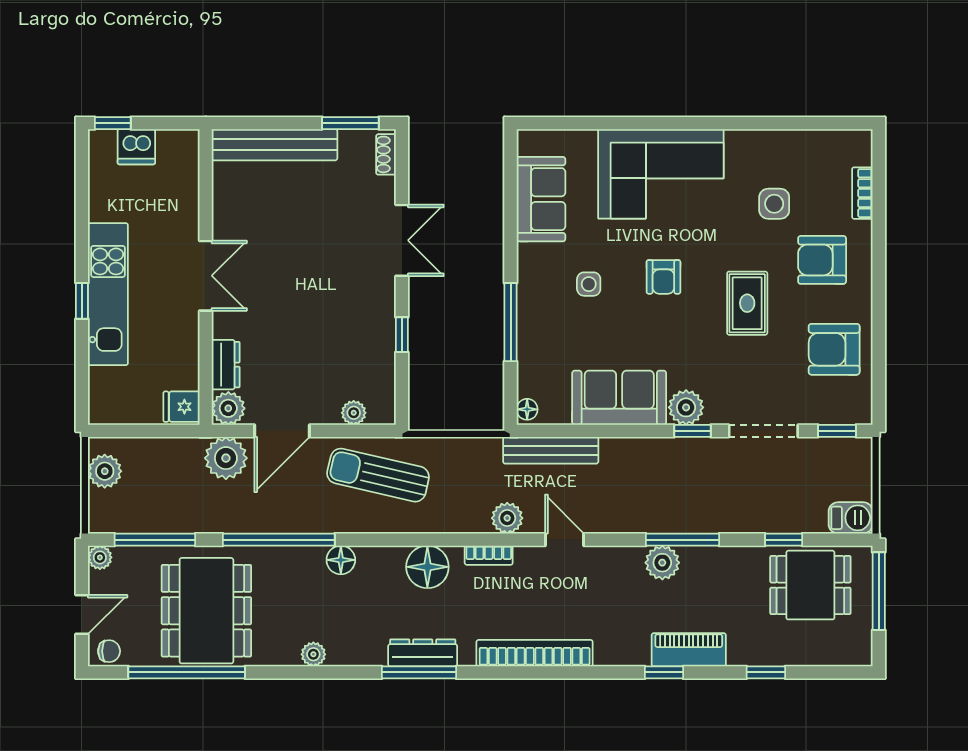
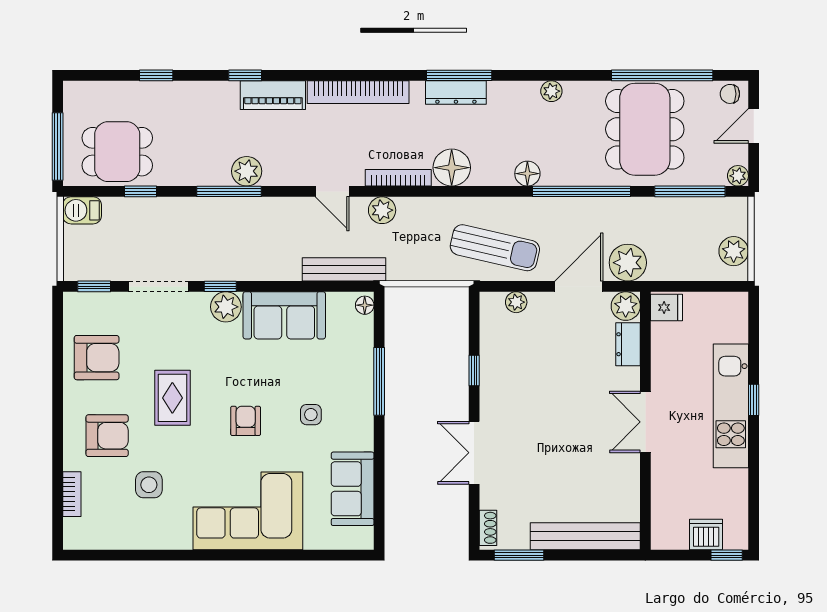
bookcase: (489, 555) -> (398, 178), width x1.56
piano: (689, 650) -> (273, 95), moved

